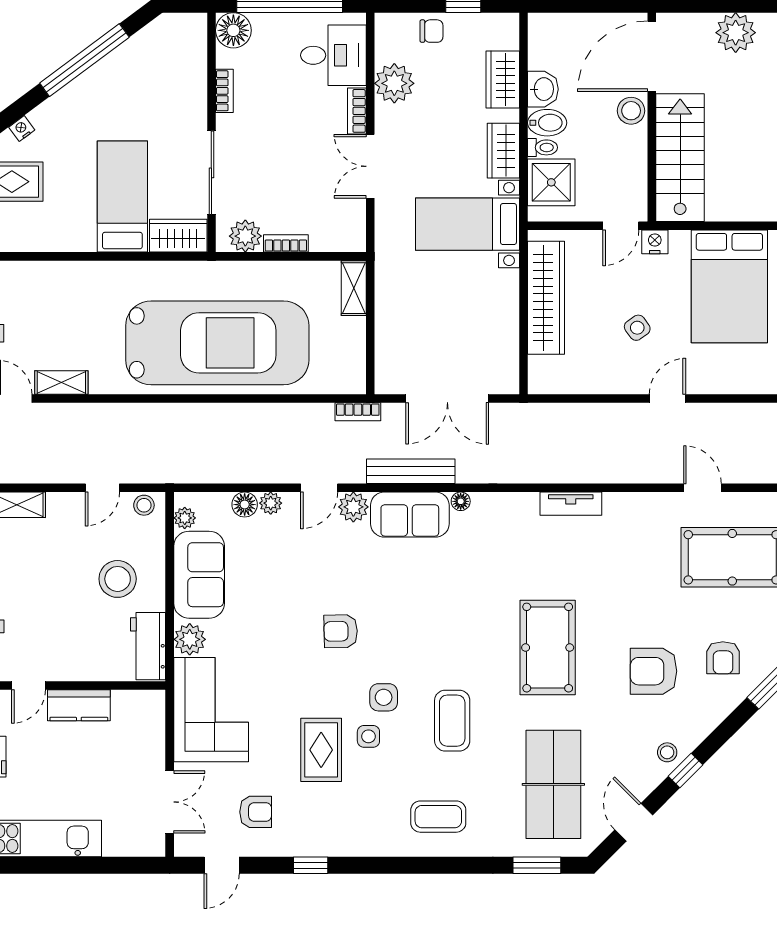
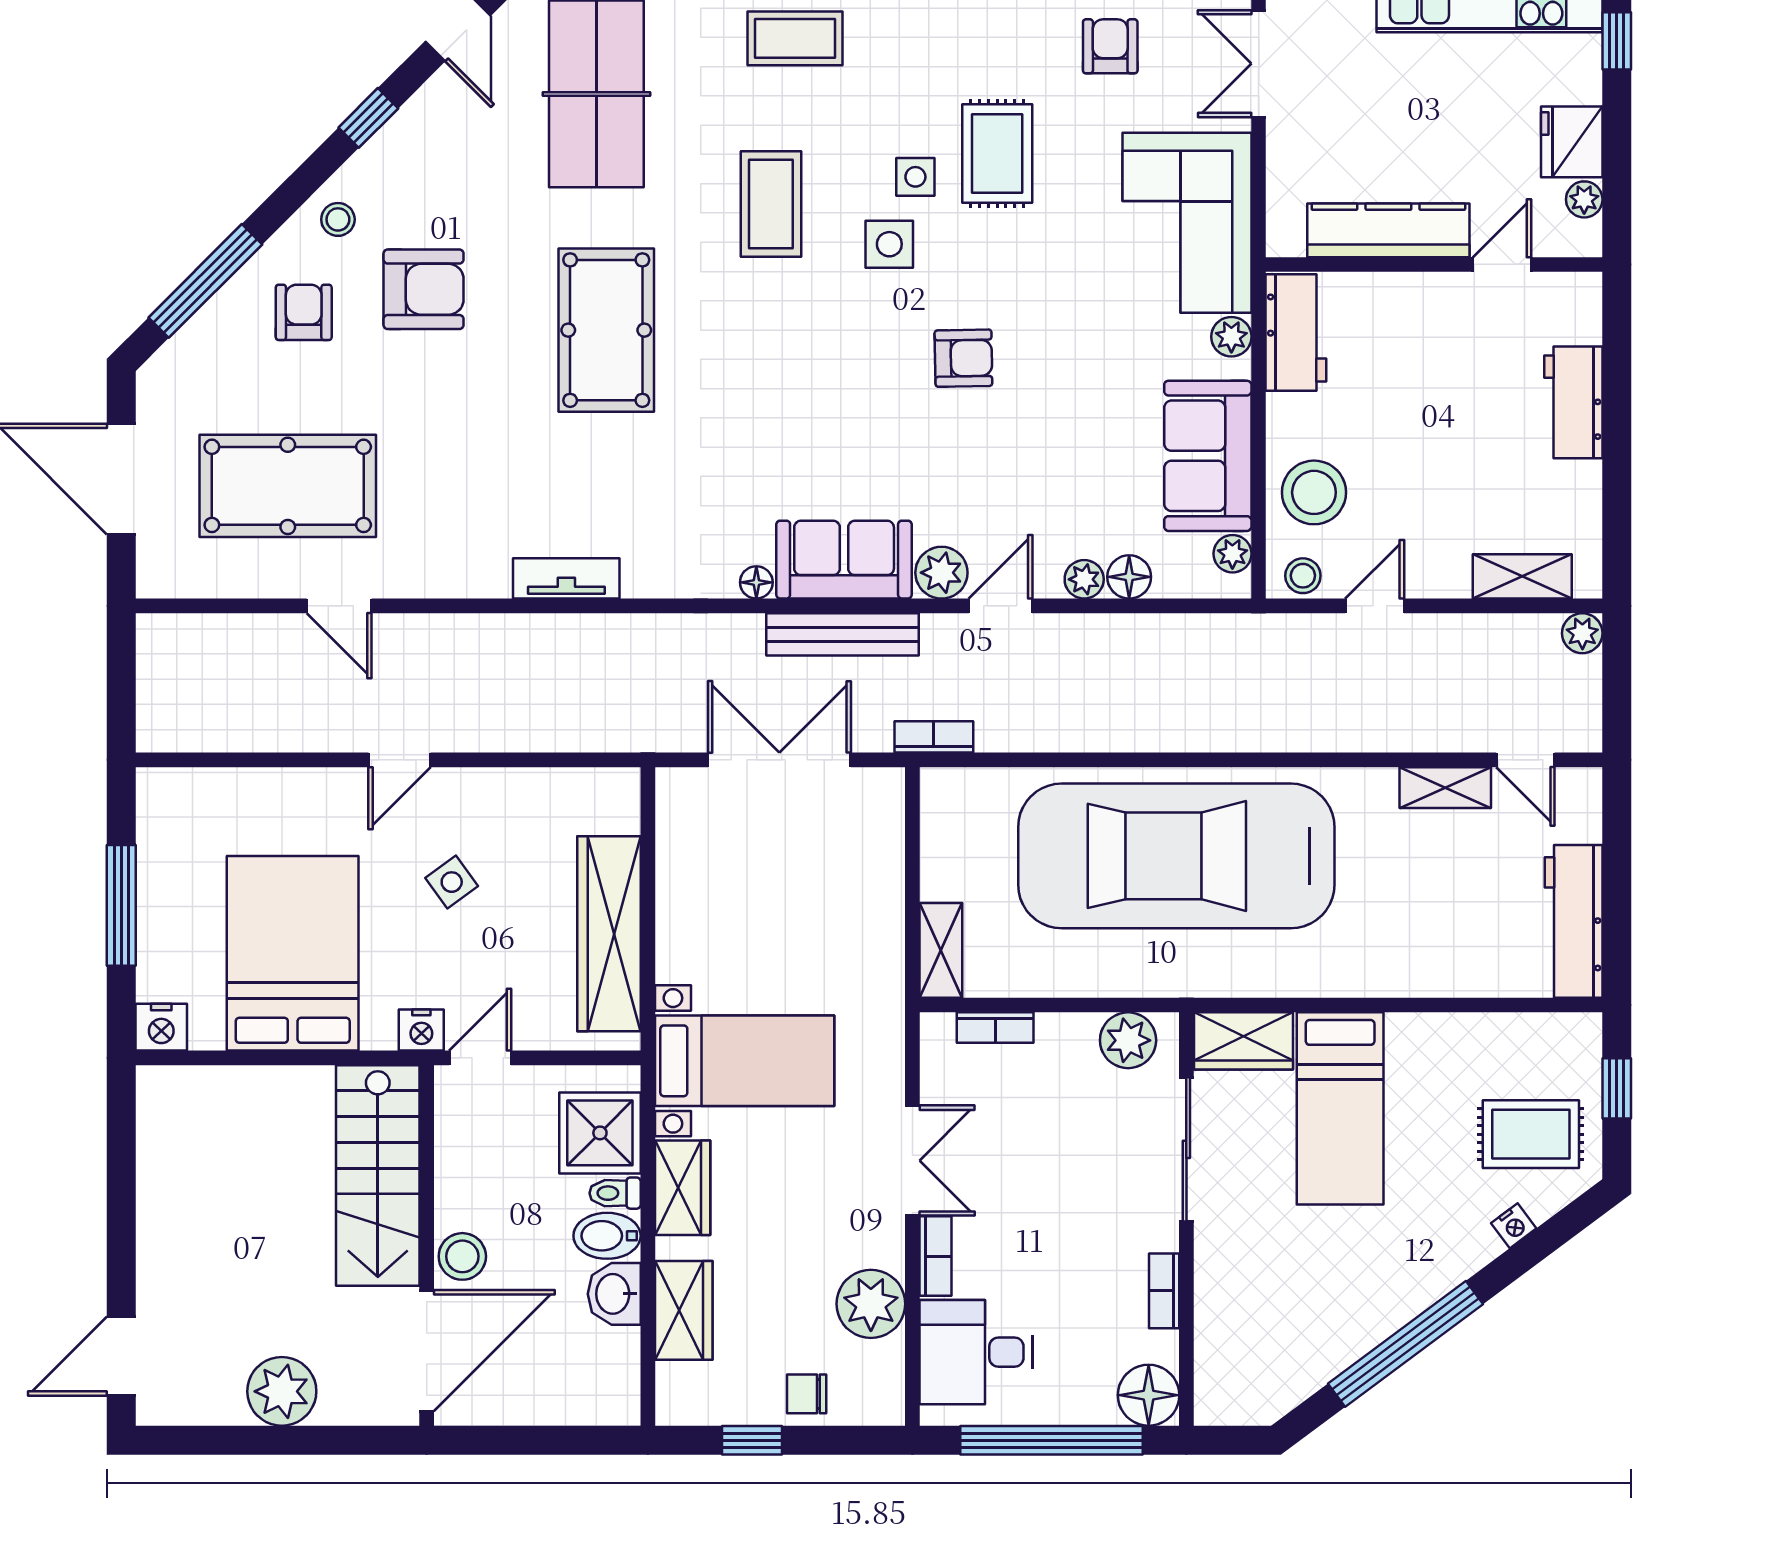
bookcase: (286, 243) -> (995, 1028), moved
stool: (118, 579) -> (1314, 492), moved
plant: (190, 639) -> (1231, 337), width x0.73, depth x0.73
kitchen counter: (79, 705) -> (1388, 230), width x1.50
stool: (667, 752) -> (338, 219), moved
armchair: (256, 812) -> (1110, 46), turned 90

